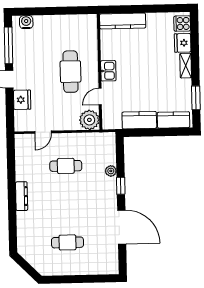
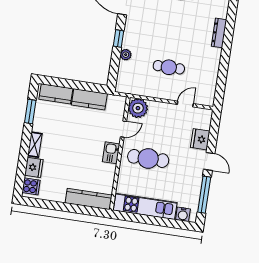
kitchen unit: (65, 23) -> (145, 206), added
cafe table: (70, 72) -> (148, 158), turned 90
dresser: (22, 196) -> (219, 33), moved

